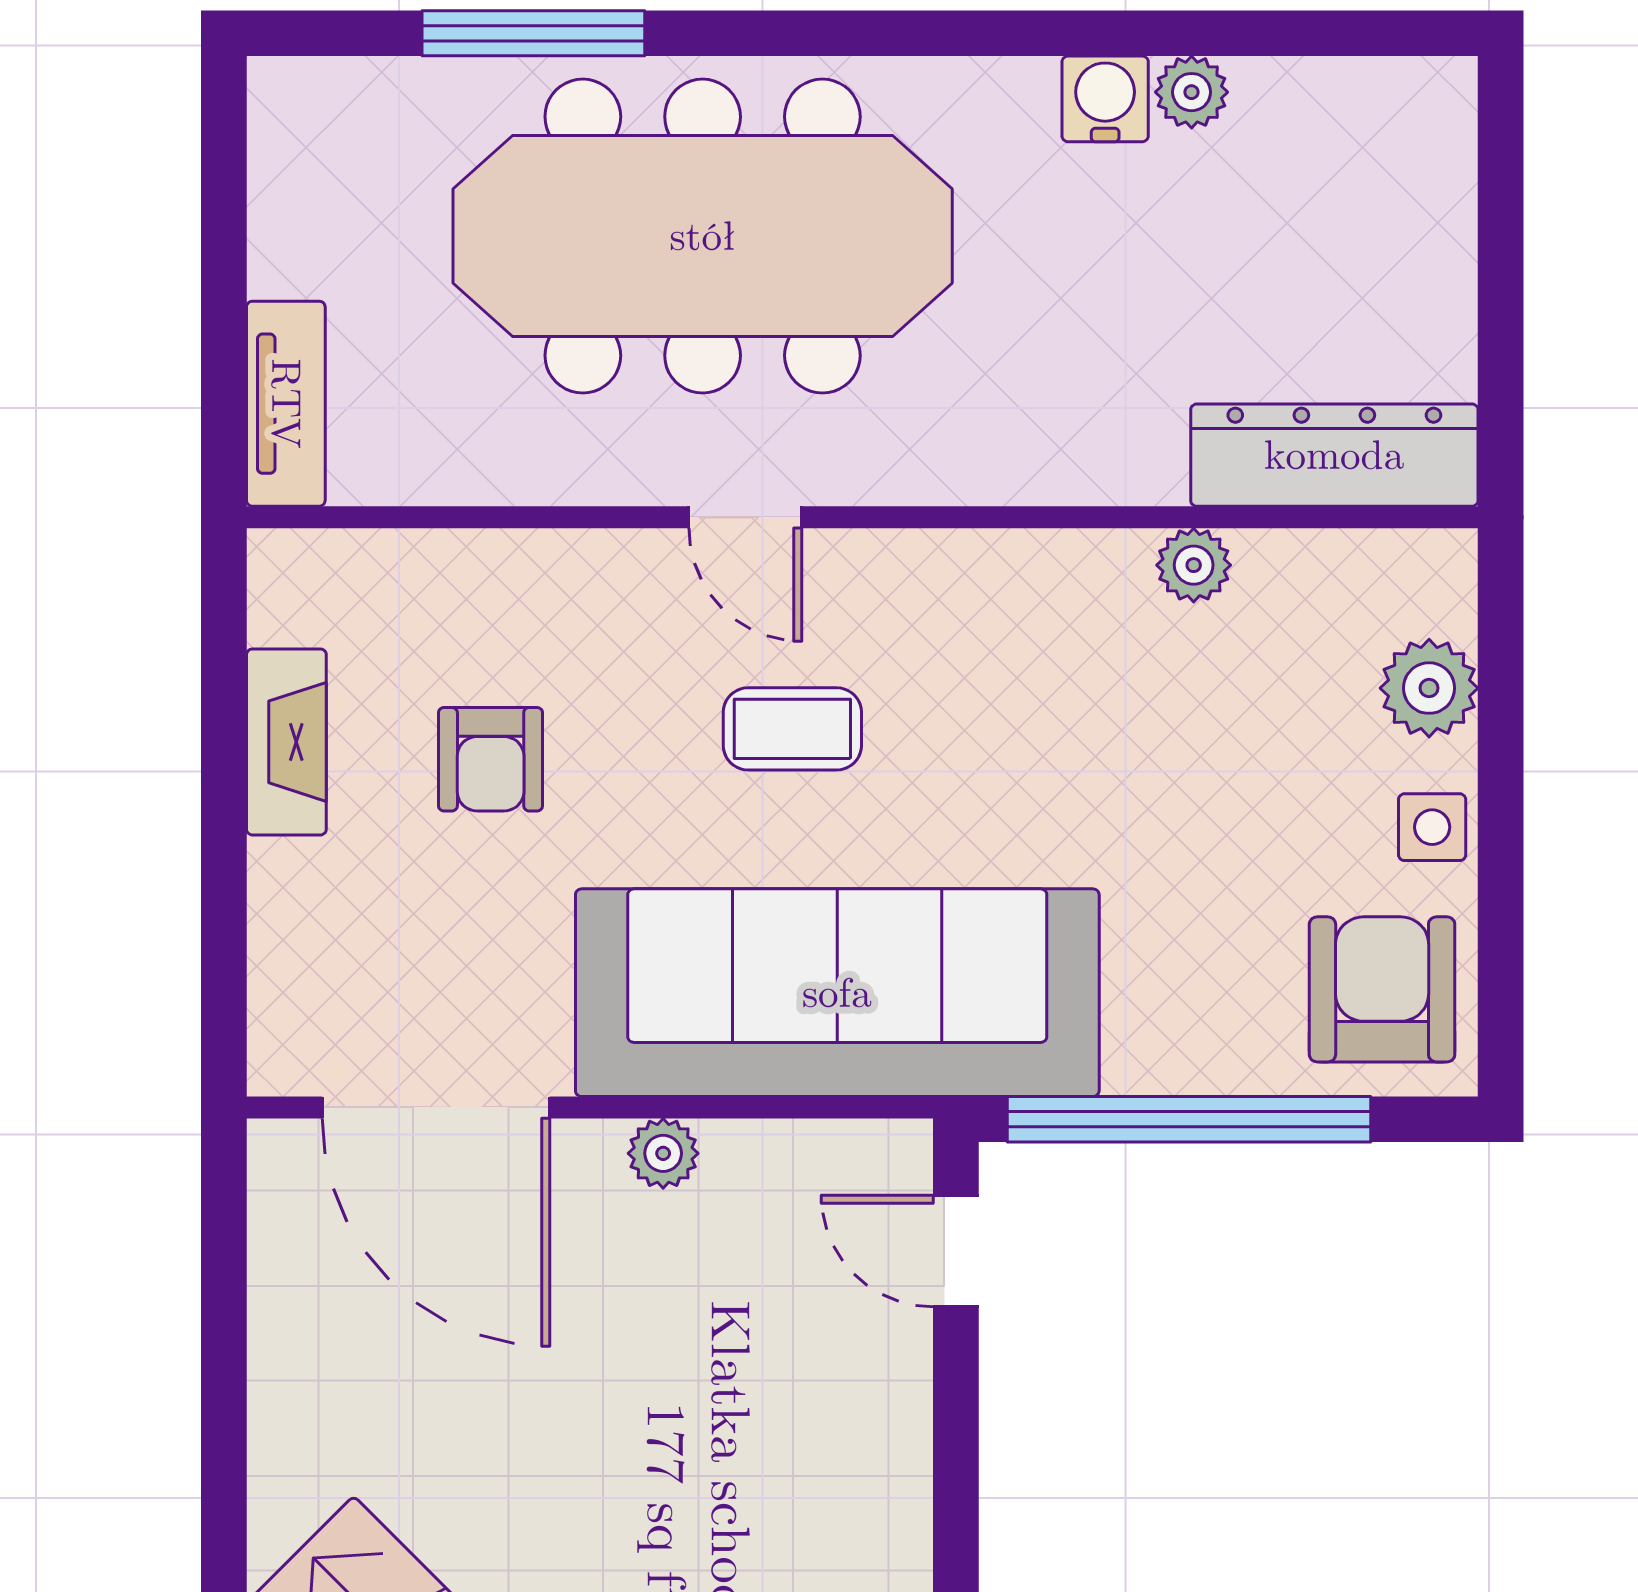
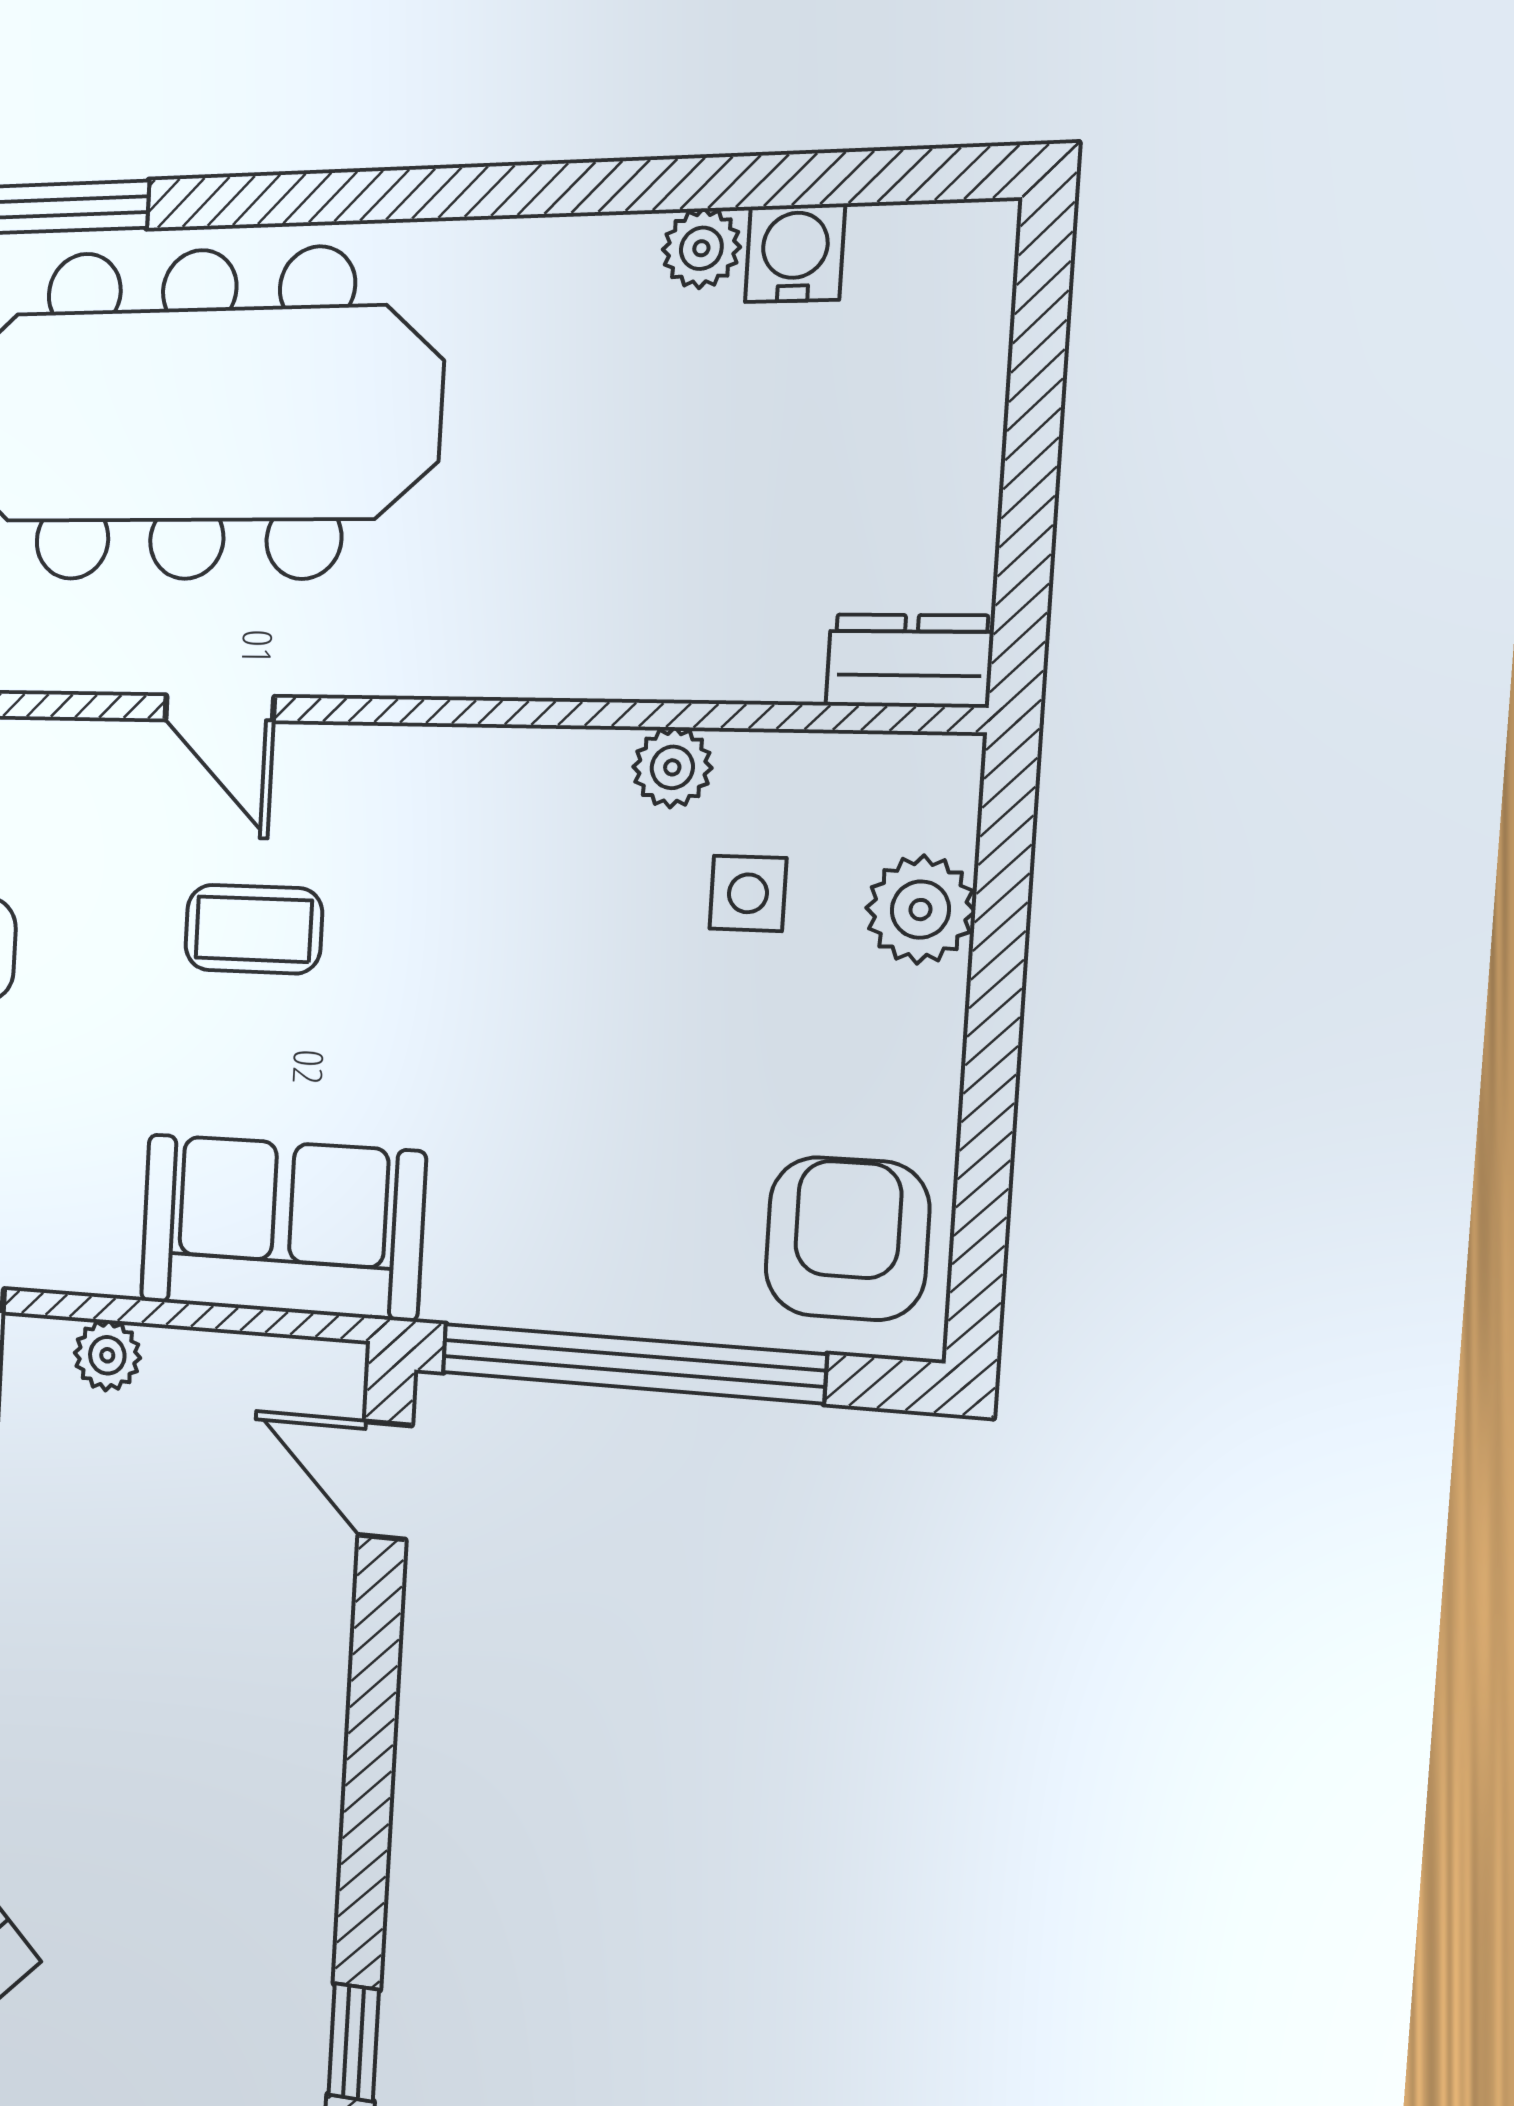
water cooler: (1105, 99) -> (795, 253), moved
dresser: (1334, 455) -> (910, 661), width x0.51, depth x0.80
side table: (1432, 827) -> (748, 893), moved
sofa: (837, 993) -> (282, 1227), width x0.54, depth x0.79

